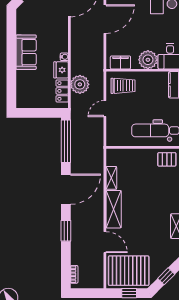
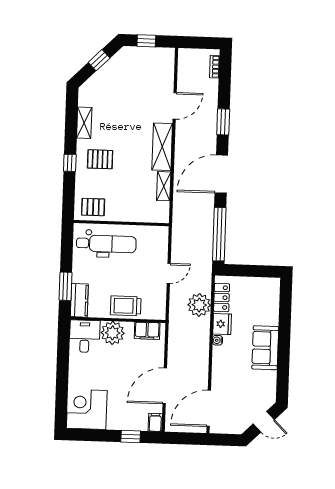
trolley: (123, 86) -> (126, 306), moved
door: (105, 242) -> (175, 106), swing flipped
pallet: (129, 271) -> (100, 159), moved, width x0.49, depth x0.50

